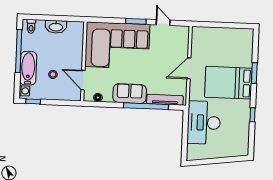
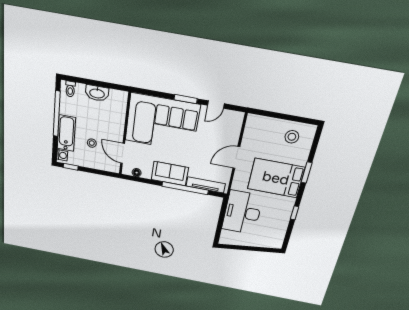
door: (163, 23) -> (216, 105), swing flipped
stool: (234, 42) -> (292, 137), added

